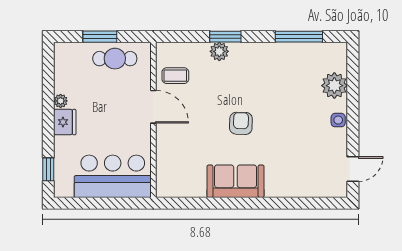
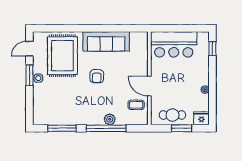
window: (225, 37) -> (106, 128), width x2.11
plant: (334, 86) -> (41, 99), removed
fridge: (65, 122) -> (201, 118), moved, turned 90
window: (353, 125) -> (29, 75), added
rug: (298, 157) -> (62, 56), added
sofa: (236, 181) -> (106, 41), width x1.36

